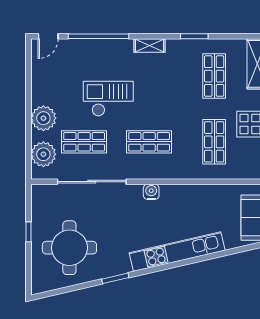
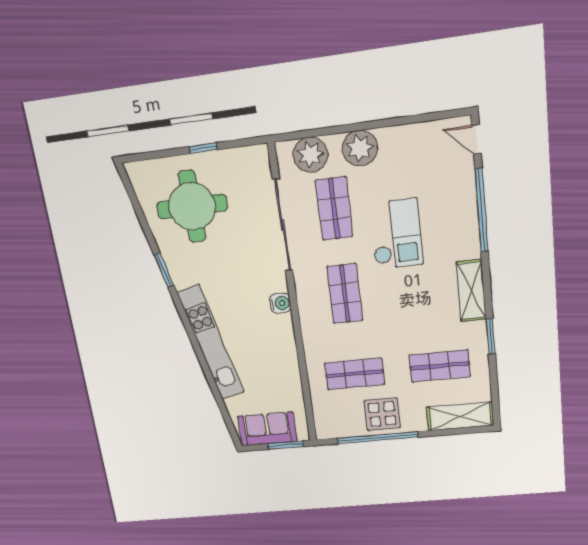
shelving: (150, 46) -> (471, 291), width x1.50, depth x1.33

